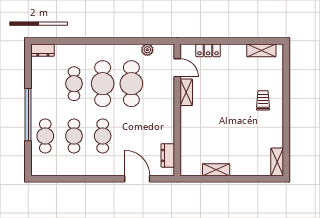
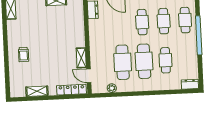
locker: (208, 50) -> (71, 90), width x1.53
shelving: (261, 50) -> (37, 91), moved

